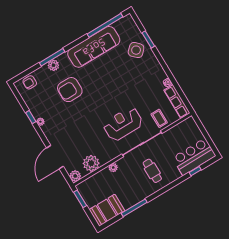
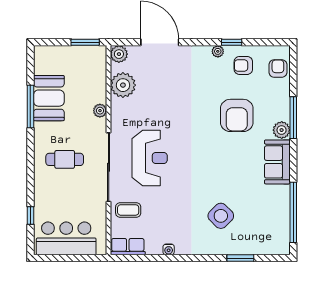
sofa: (94, 47) -> (277, 162), width x0.54, depth x0.79
side table: (136, 50) -> (221, 216), moved
plant: (53, 65) -> (282, 130), moved
armchair: (70, 90) -> (237, 115), turned 180
row of seats: (177, 102) -> (128, 247), width x0.68
armchair: (40, 103) -> (243, 65), added
bar counter: (194, 157) -> (66, 238), moved, turned -90
booth: (107, 210) -> (49, 98), moved

